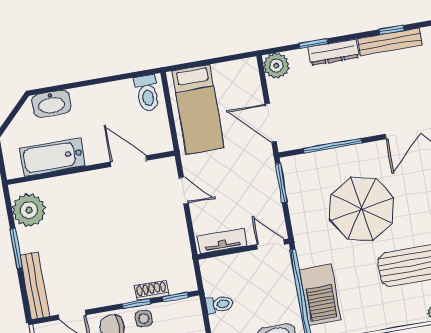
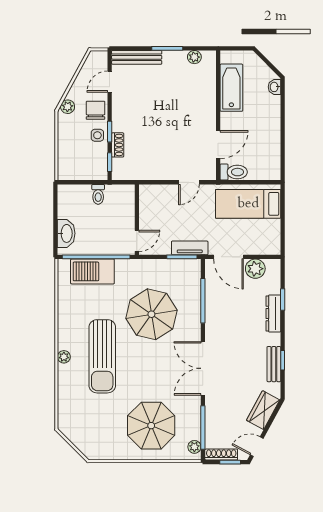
bench: (390, 42) -> (274, 364), width x0.73
plant: (276, 66) -> (255, 269), moved
toilet: (147, 93) -> (234, 172), moved, turned 180
washbasin: (51, 104) -> (274, 87), width x0.52, depth x0.69
door: (271, 123) -> (229, 257), swing flipped
plant: (29, 210) -> (194, 57), width x0.53, depth x0.53
tv unit: (222, 241) -> (190, 248), moved, turned -90

